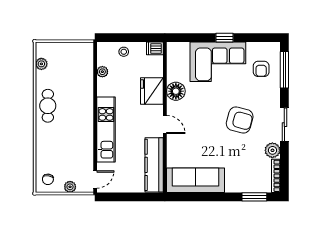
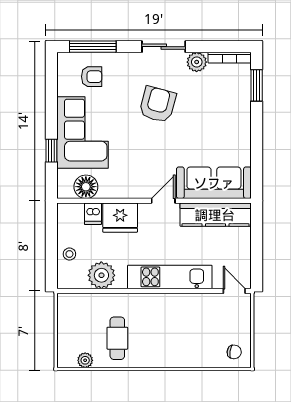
window: (224, 38) -> (51, 151), moved
dishwasher: (155, 48) -> (93, 214), moved
plant: (102, 72) -> (101, 275), width x1.88, depth x1.88
floor lamp: (176, 91) -> (86, 187), moved
cafe table: (48, 106) -> (117, 338), moved, turned 90
sofa: (196, 180) -> (214, 183), moved, turned 90
plant: (70, 187) -> (244, 323), removed

